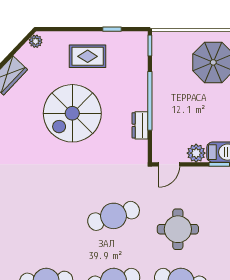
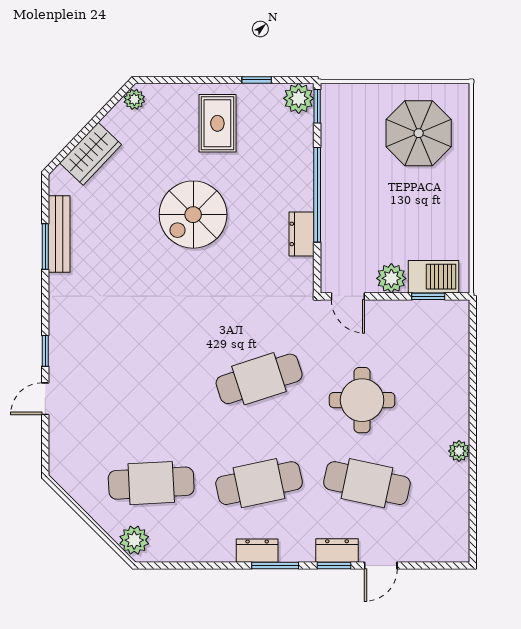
plant: (138, 41) -> (299, 98), added
rug: (88, 56) -> (217, 123), turned 90
spiral stairs: (72, 113) -> (193, 215), width x0.73, depth x0.73
door: (169, 164) -> (348, 296), hinge flipped

